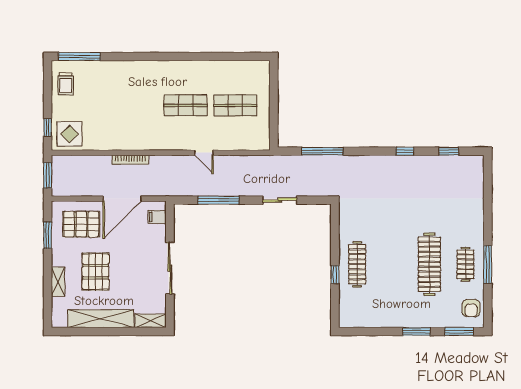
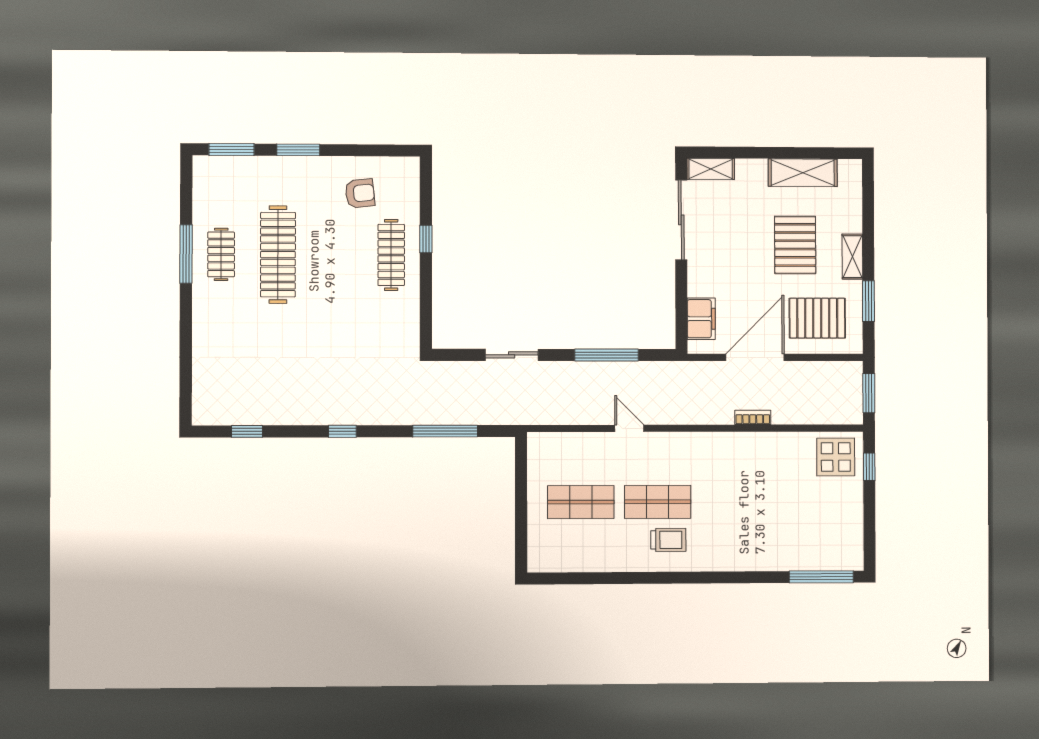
trolley: (66, 84) -> (668, 540), moved, turned 90
window: (405, 151) -> (342, 431), moved
bookcase: (130, 160) -> (753, 417), width x0.64
filing cabinet: (157, 217) -> (701, 319), width x2.00
sliding door: (170, 268) -> (681, 220), moved
shelving: (58, 282) -> (852, 257), moved
armchair: (471, 308) -> (360, 193), moved, turned 84
shelving: (101, 319) -> (803, 173), width x0.68

